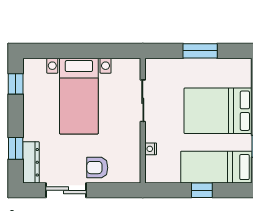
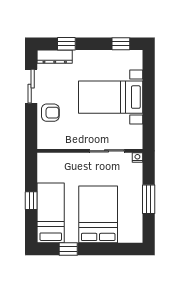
nightstand: (151, 149) -> (137, 158), moved
armchair: (97, 168) -> (50, 113), turned 90

